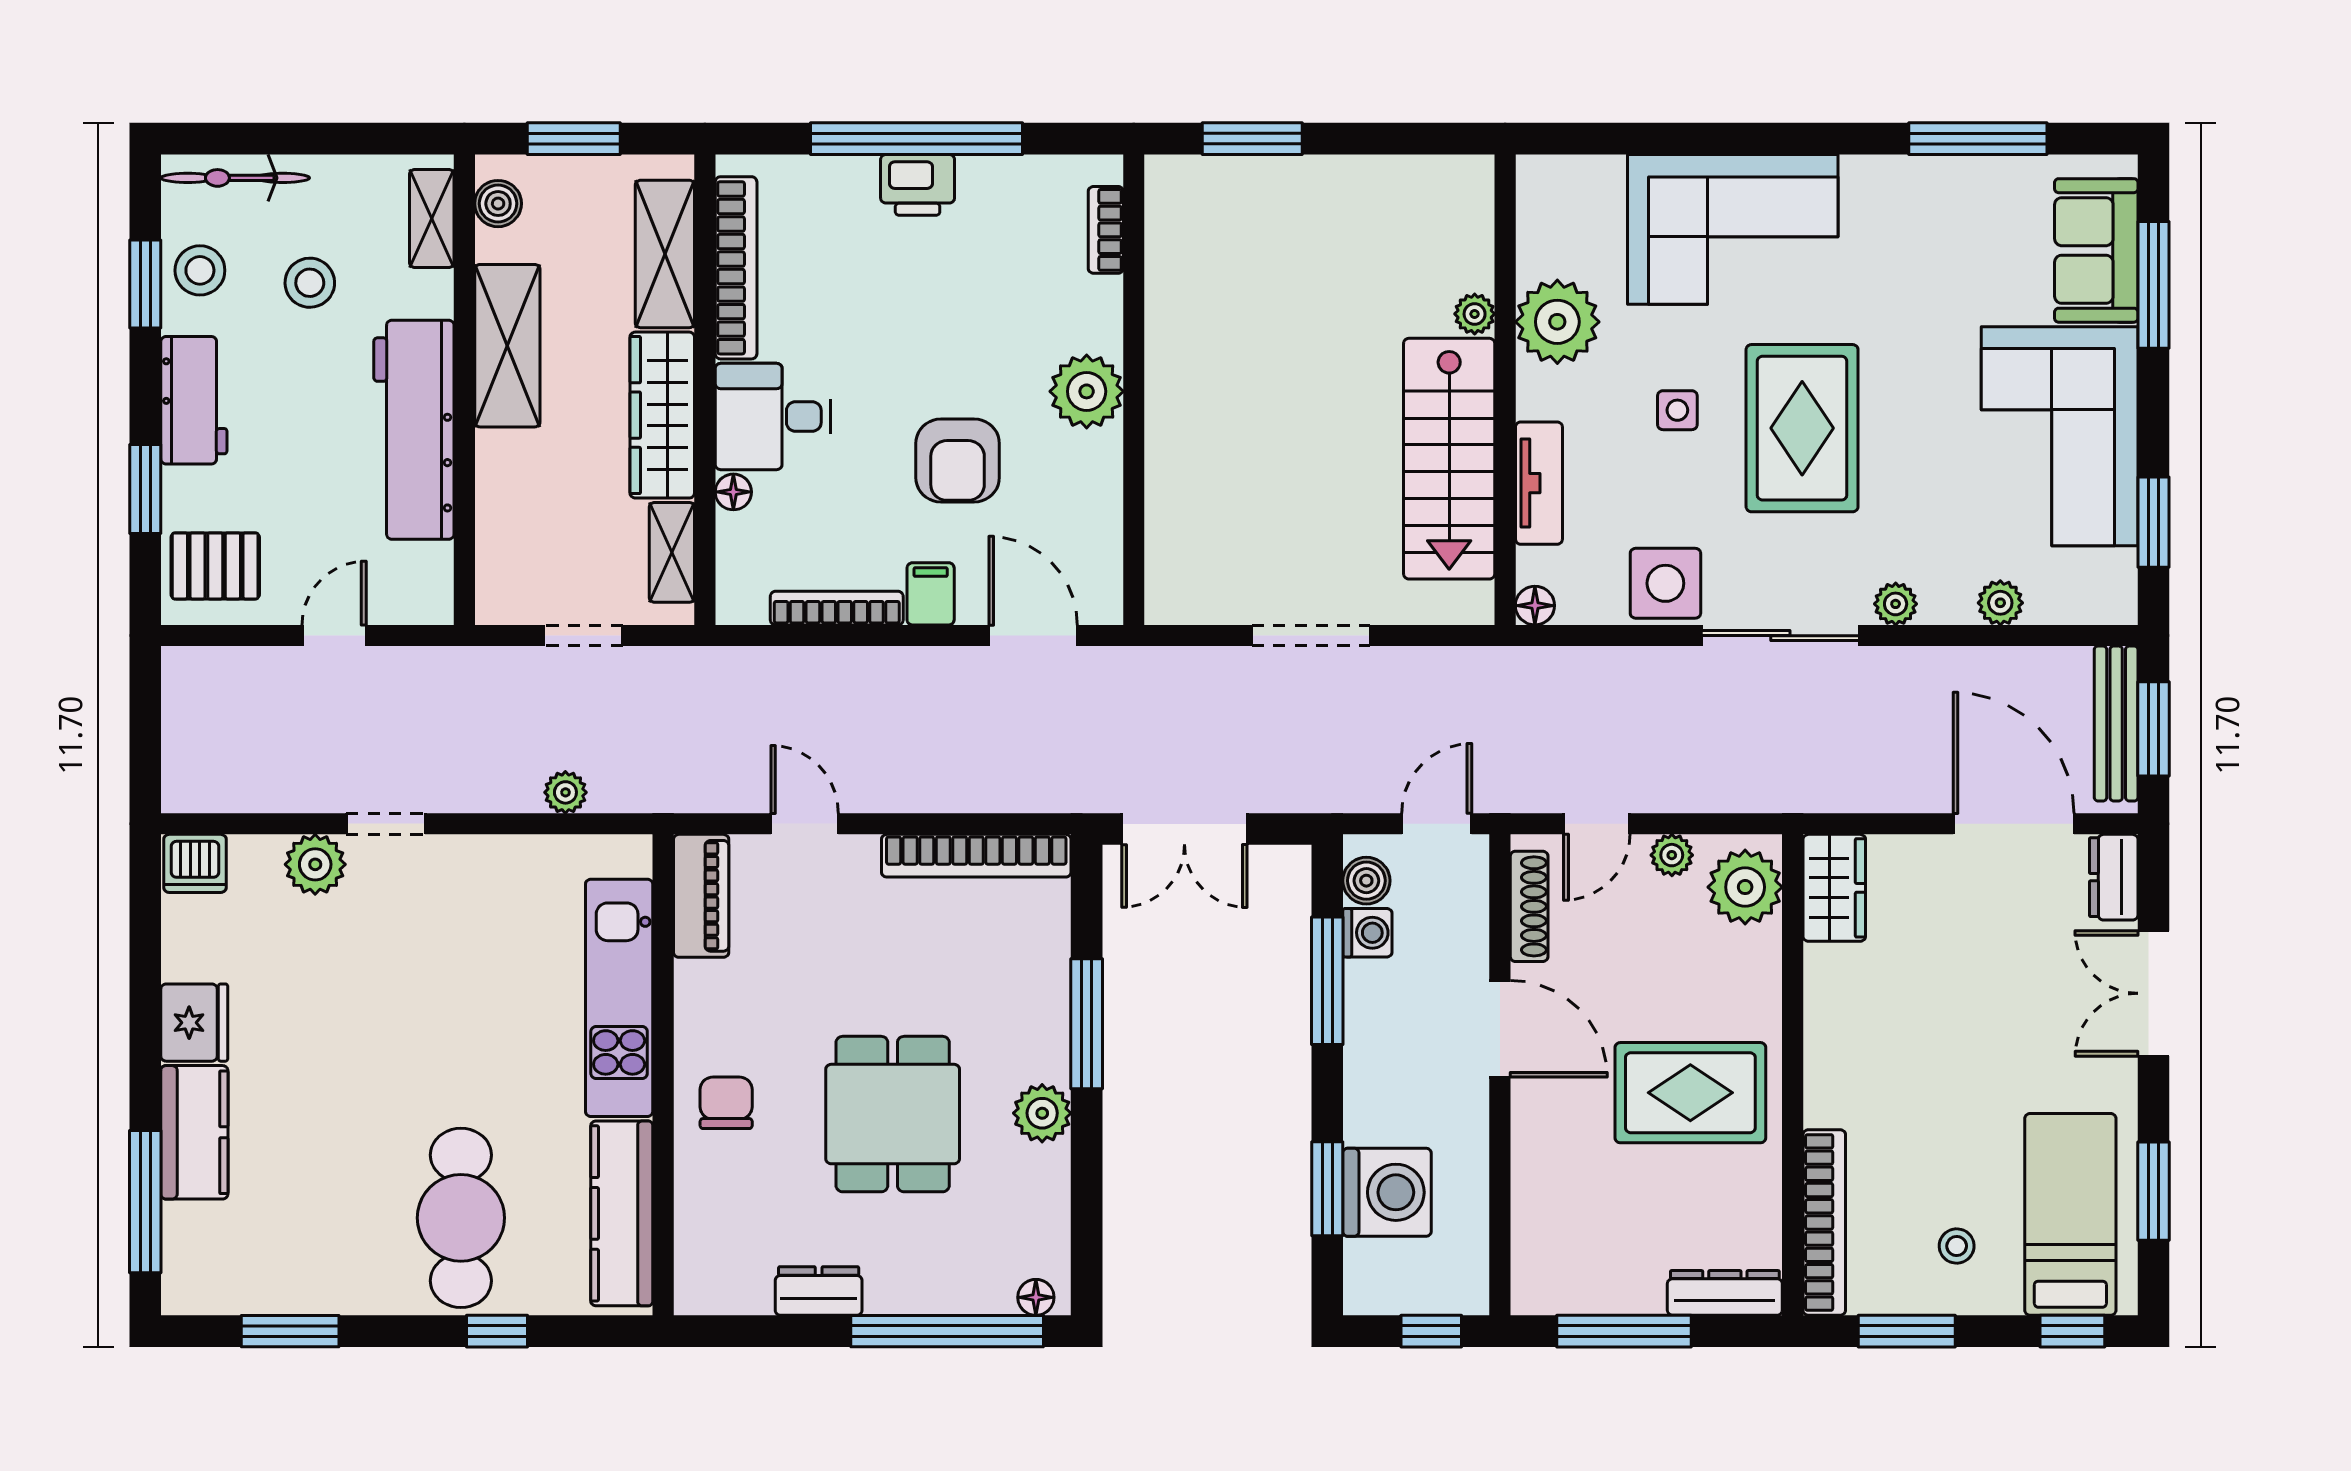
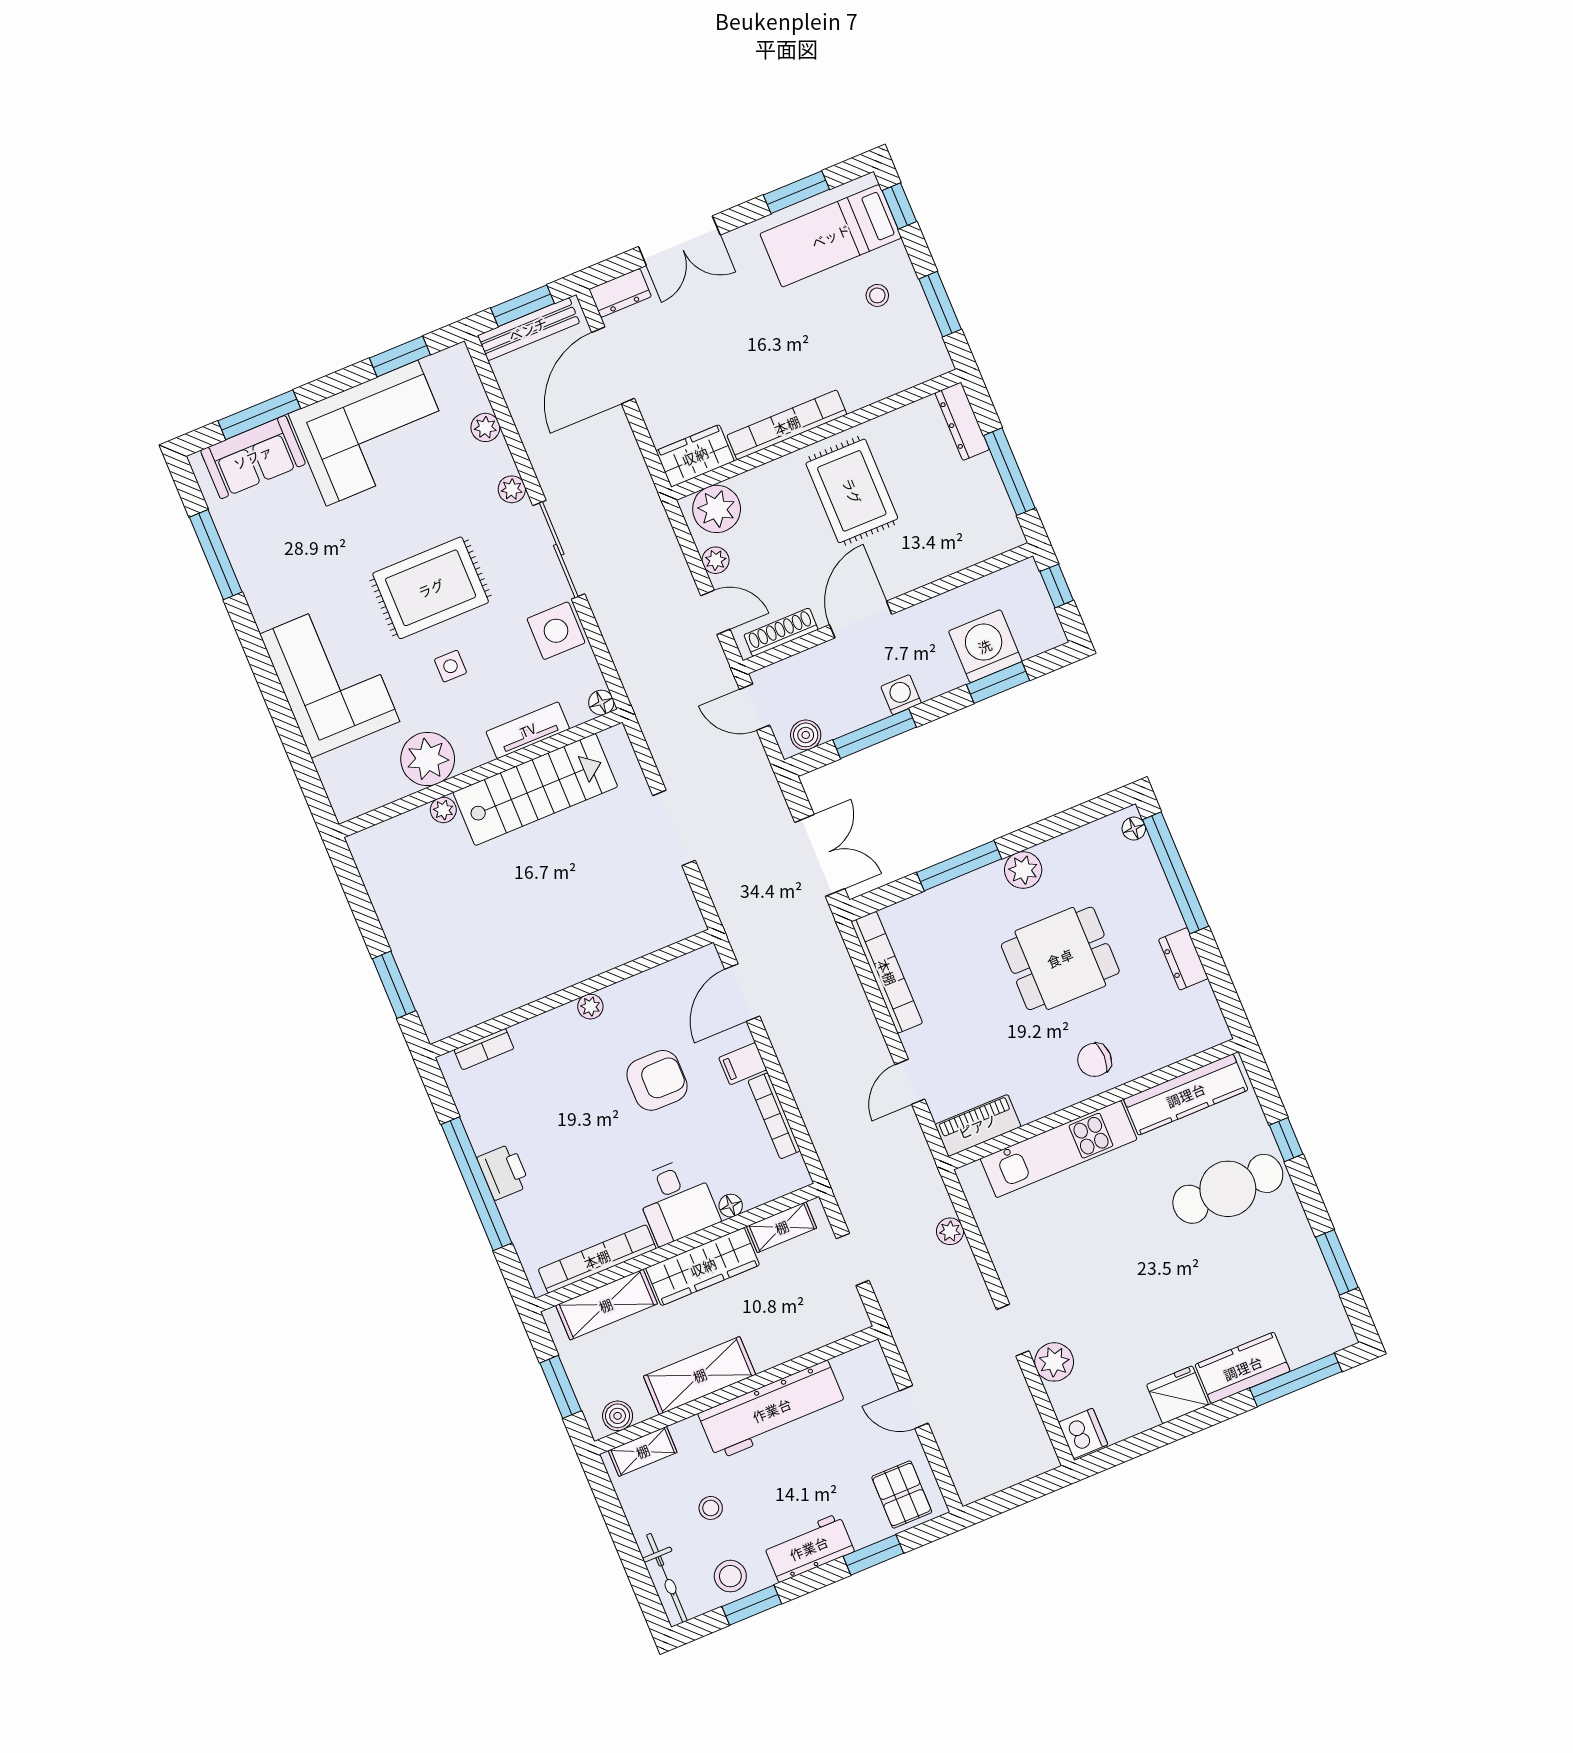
stool: (310, 283) -> (711, 1508), width x0.73, depth x0.73
plant: (1087, 391) -> (590, 1007), width x0.53, depth x0.53
washing machine: (1367, 933) -> (901, 695), moved
bookcase: (1824, 1222) -> (787, 425), moved

